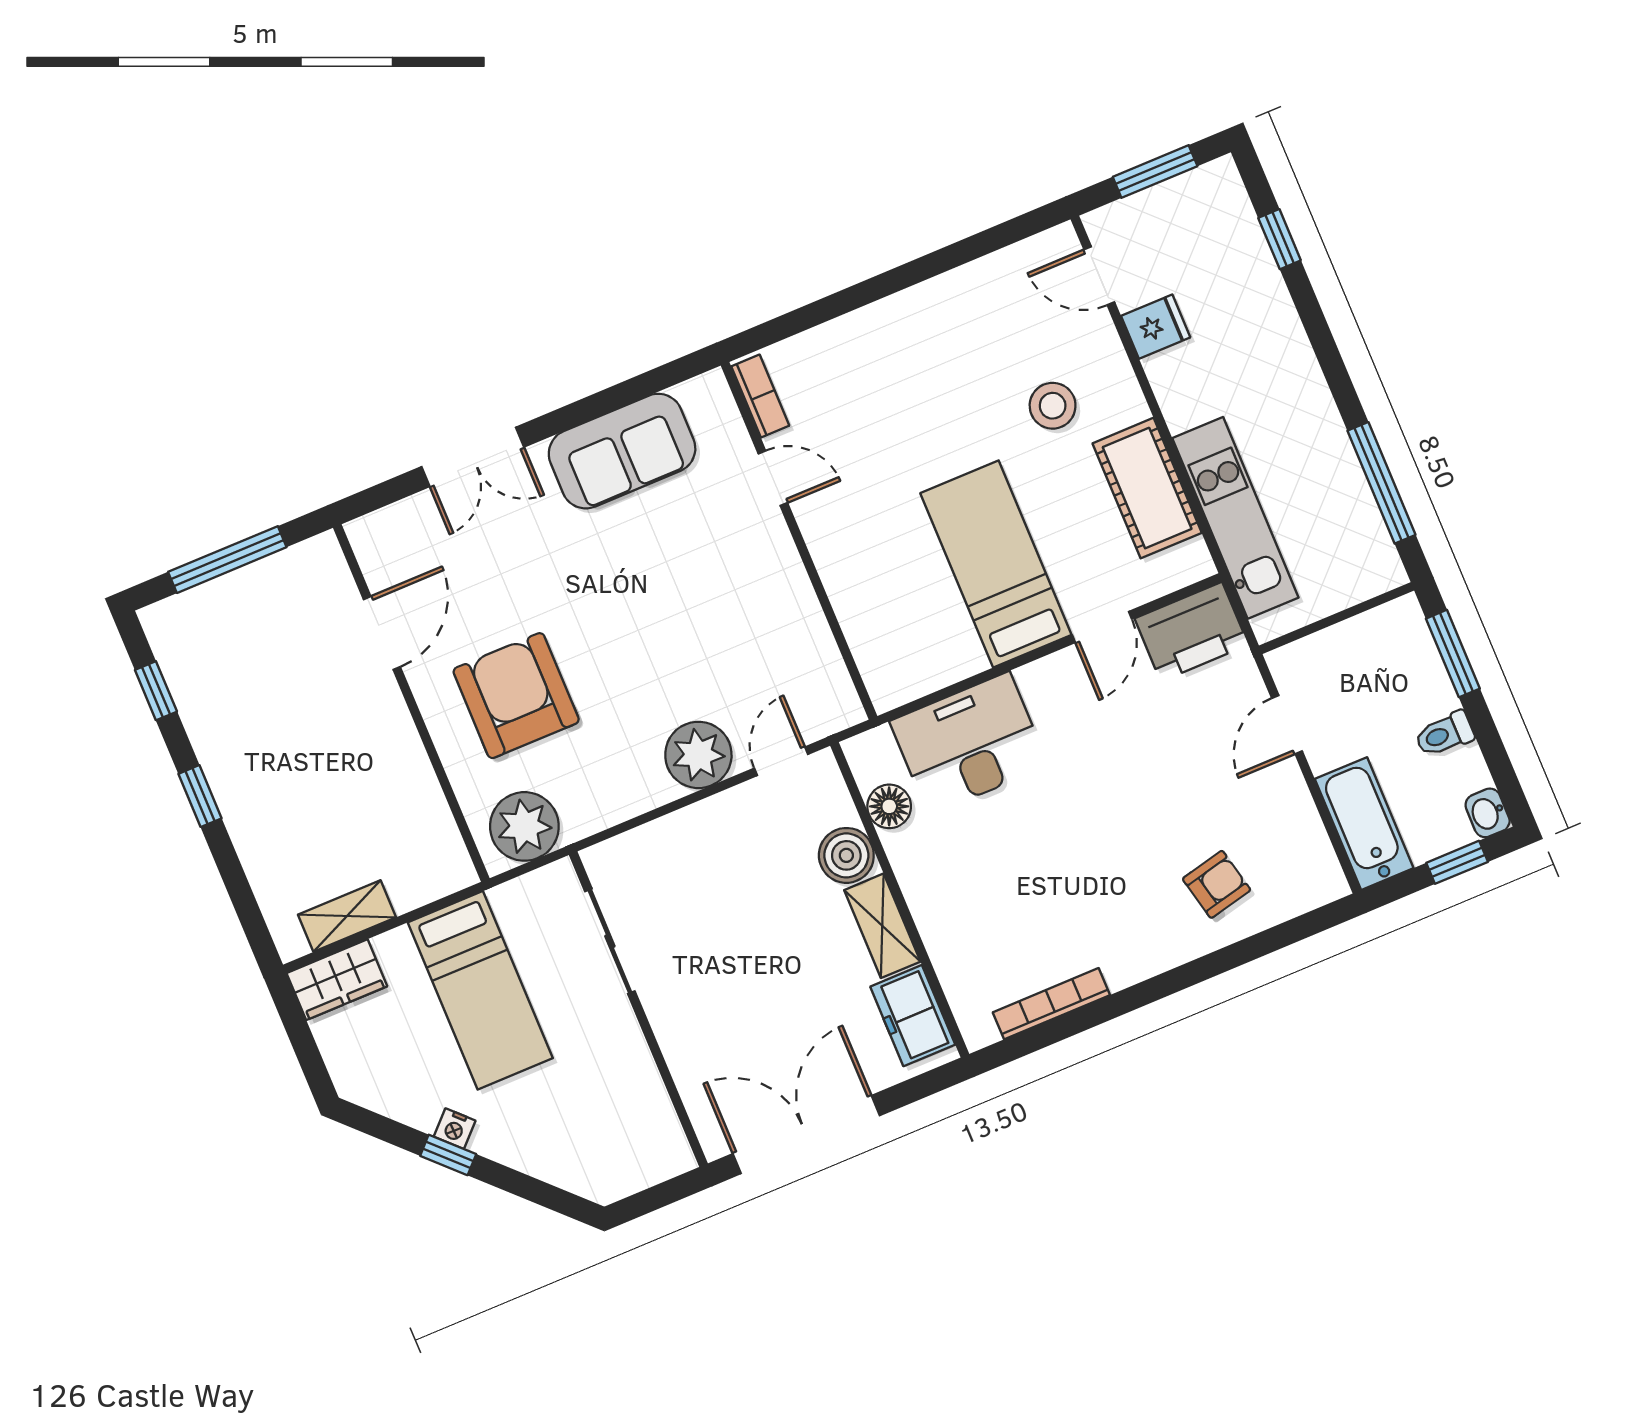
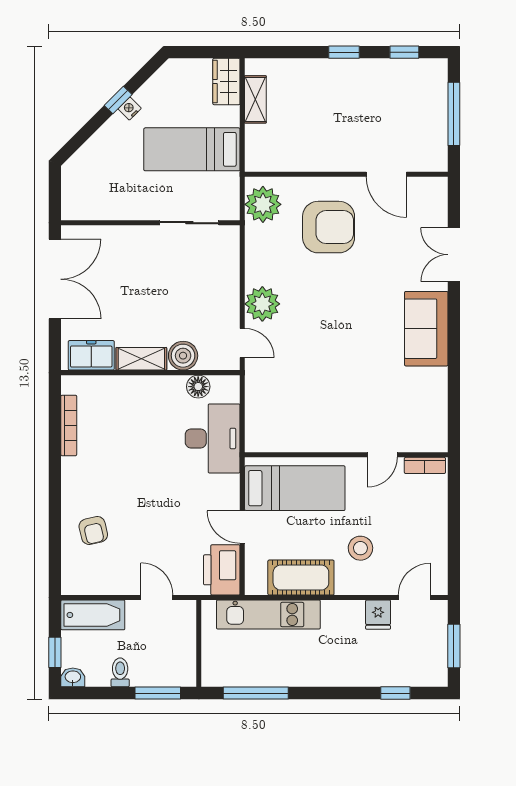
bookcase: (760, 396) -> (425, 465), moved
door: (773, 478) -> (382, 455), moved
wall: (799, 541) -> (346, 455), moved

